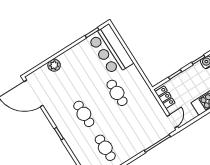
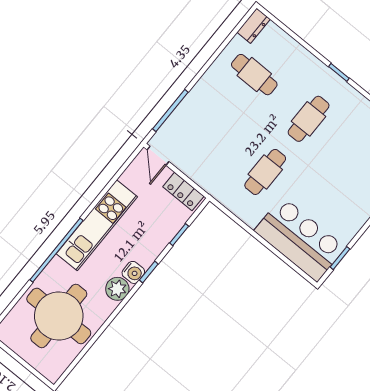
cafe table: (117, 93) -> (265, 172), turned 90
cafe table: (84, 114) -> (309, 119), turned 90

